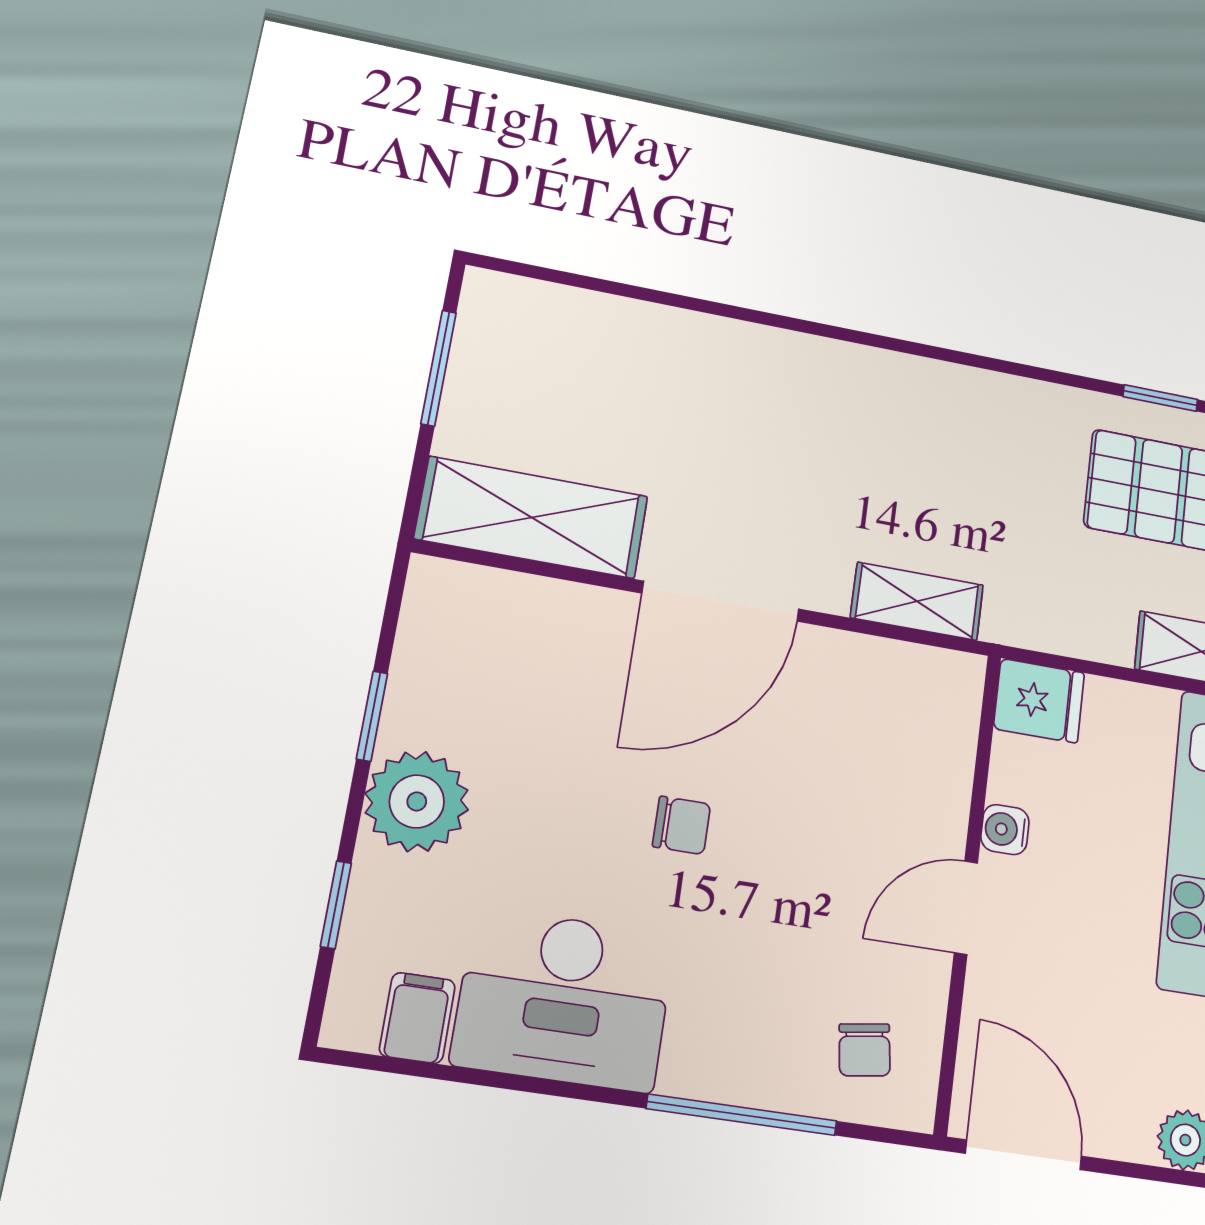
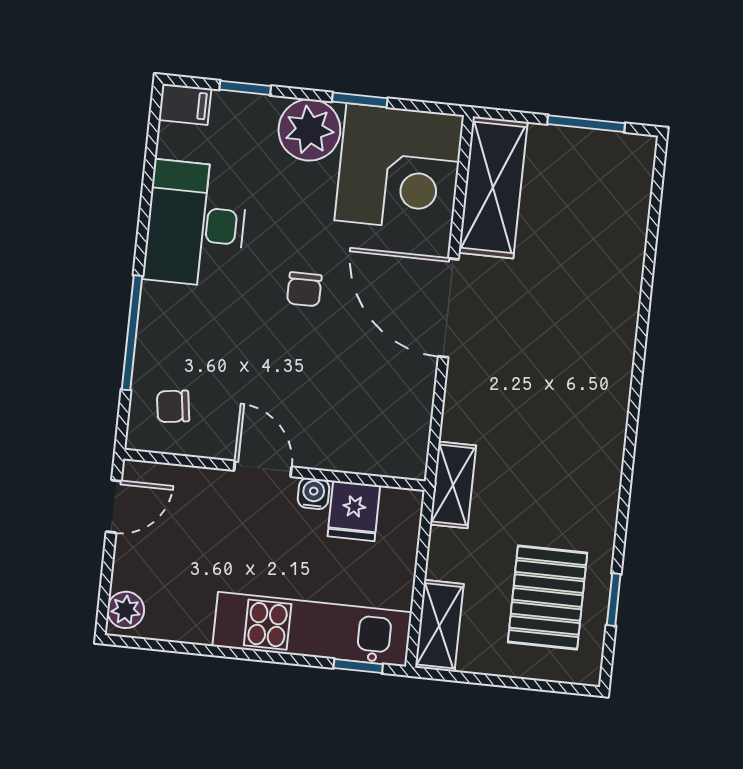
shelving: (917, 601) -> (453, 485), moved
corner desk: (490, 661) -> (399, 168), added
fridge: (1039, 701) -> (354, 511), moved
filing cabinet: (417, 1018) -> (185, 104), moved
door: (1024, 1155) -> (114, 506), width x0.73

